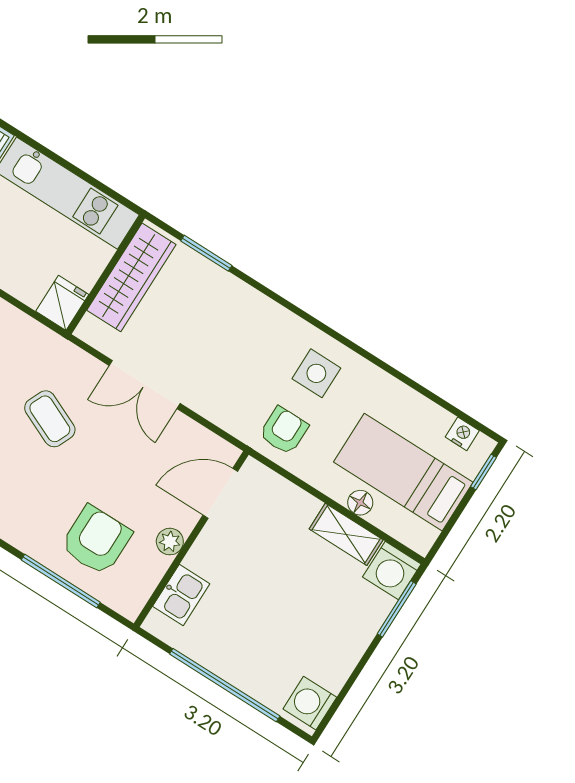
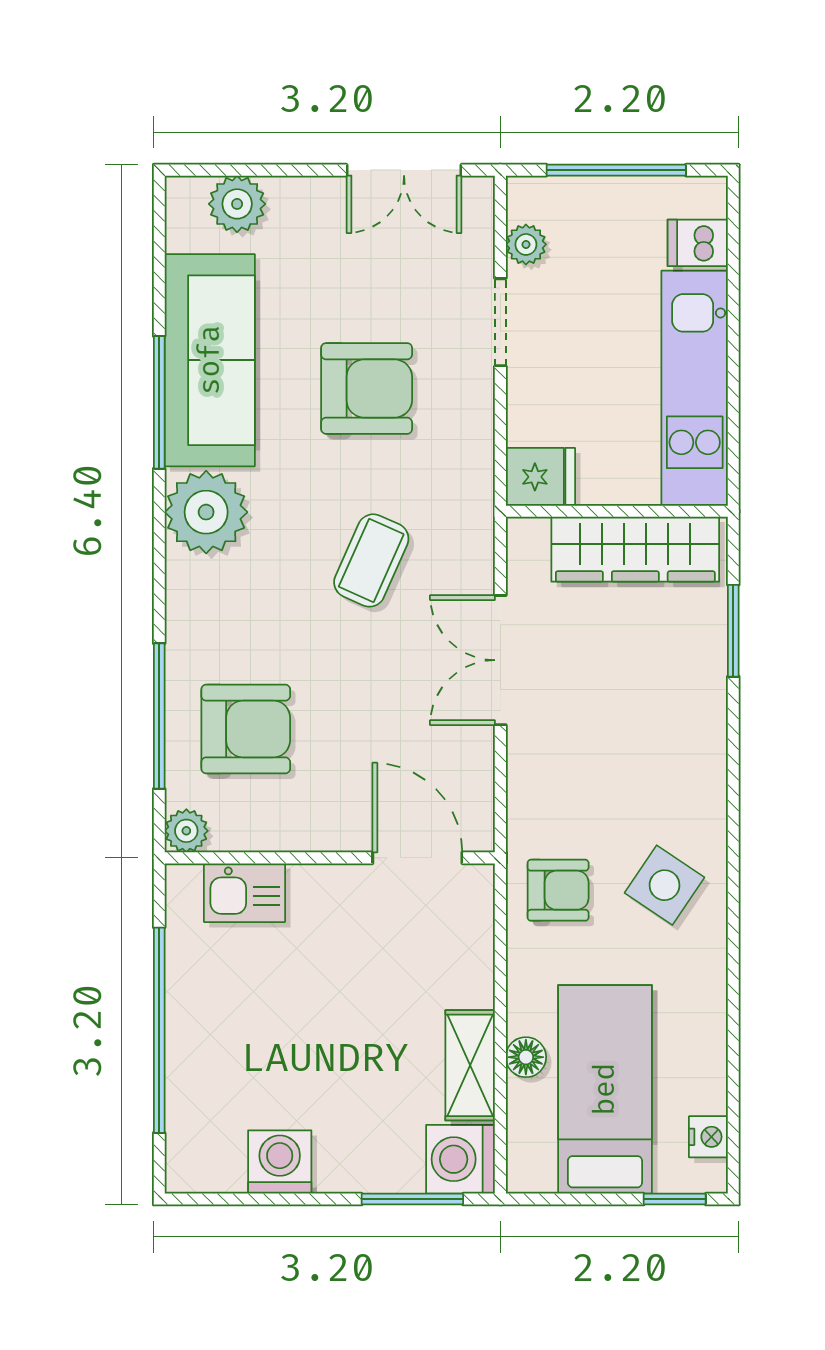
side table: (316, 373) -> (664, 885), turned 34
plant: (170, 542) -> (186, 831), moved
washing machine: (310, 703) -> (280, 1162), moved

